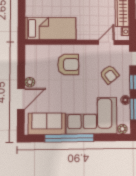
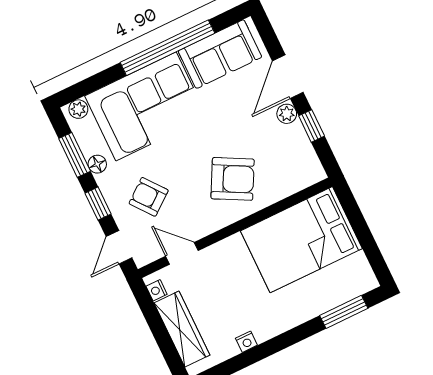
bed: (51, 28) -> (301, 240), width x1.50
door: (106, 42) -> (182, 253), swing flipped
armchair: (68, 65) -> (233, 179), turned -152
window: (21, 71) -> (312, 126), added

